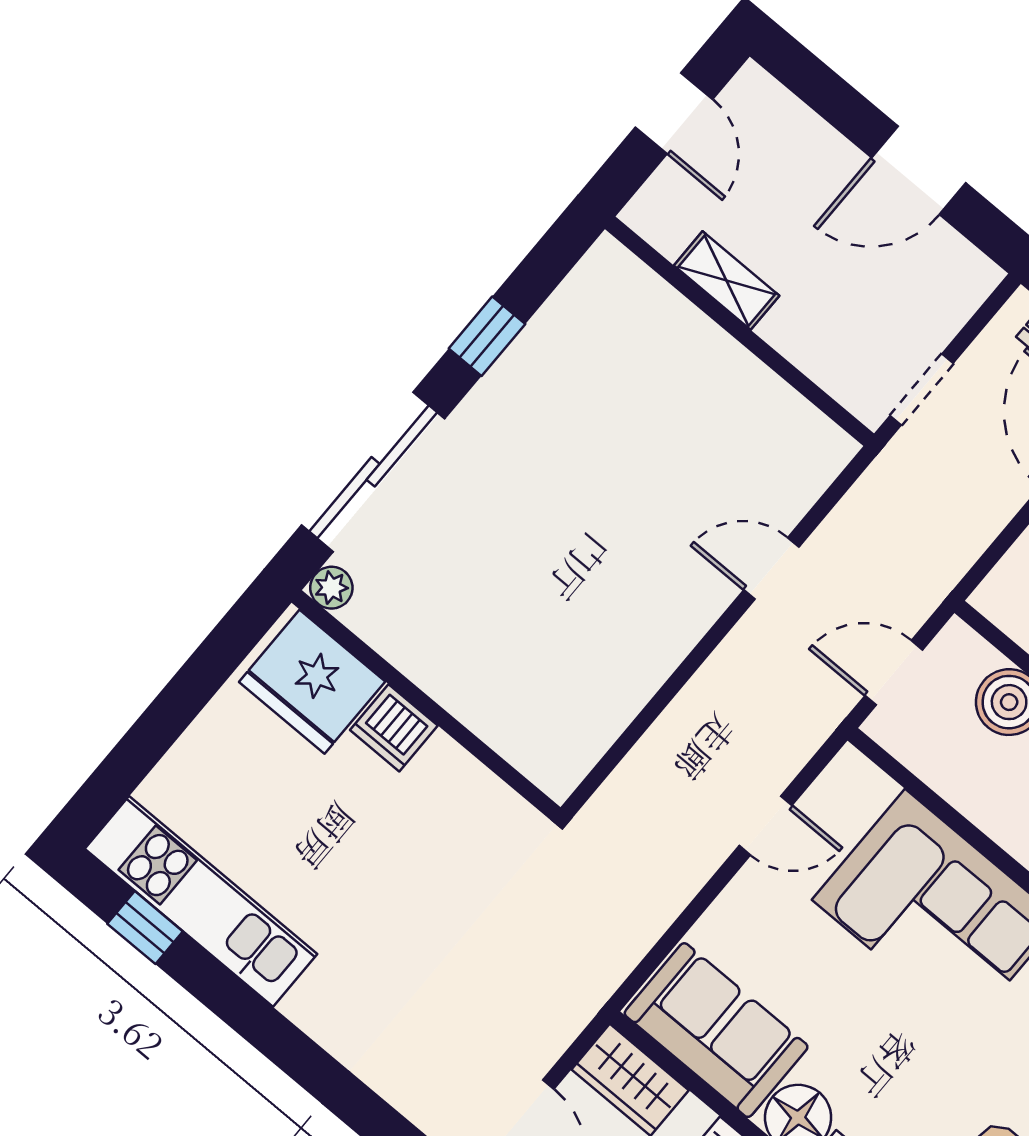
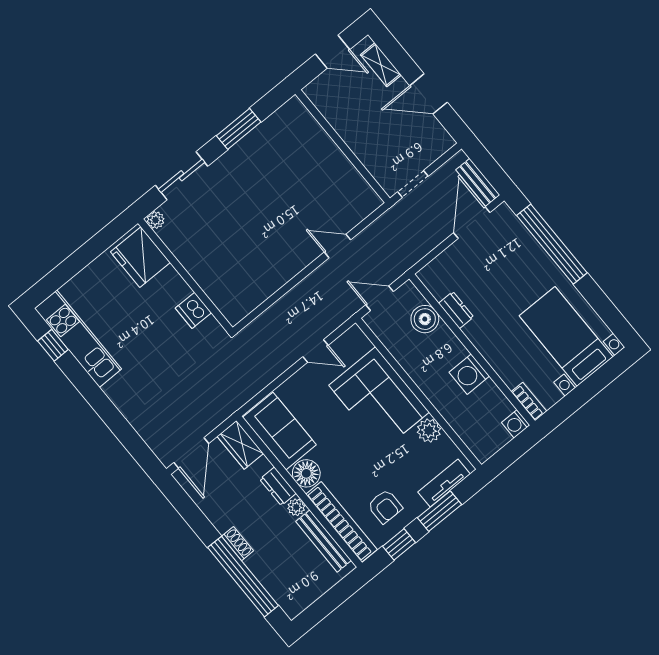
door: (674, 113) -> (333, 52), hinge flipped
shelving: (727, 281) -> (381, 65), moved
window: (487, 336) -> (239, 129), width x1.50
sliding door: (373, 472) -> (182, 176), width x0.73
dishwasher: (394, 728) -> (193, 310), moved

